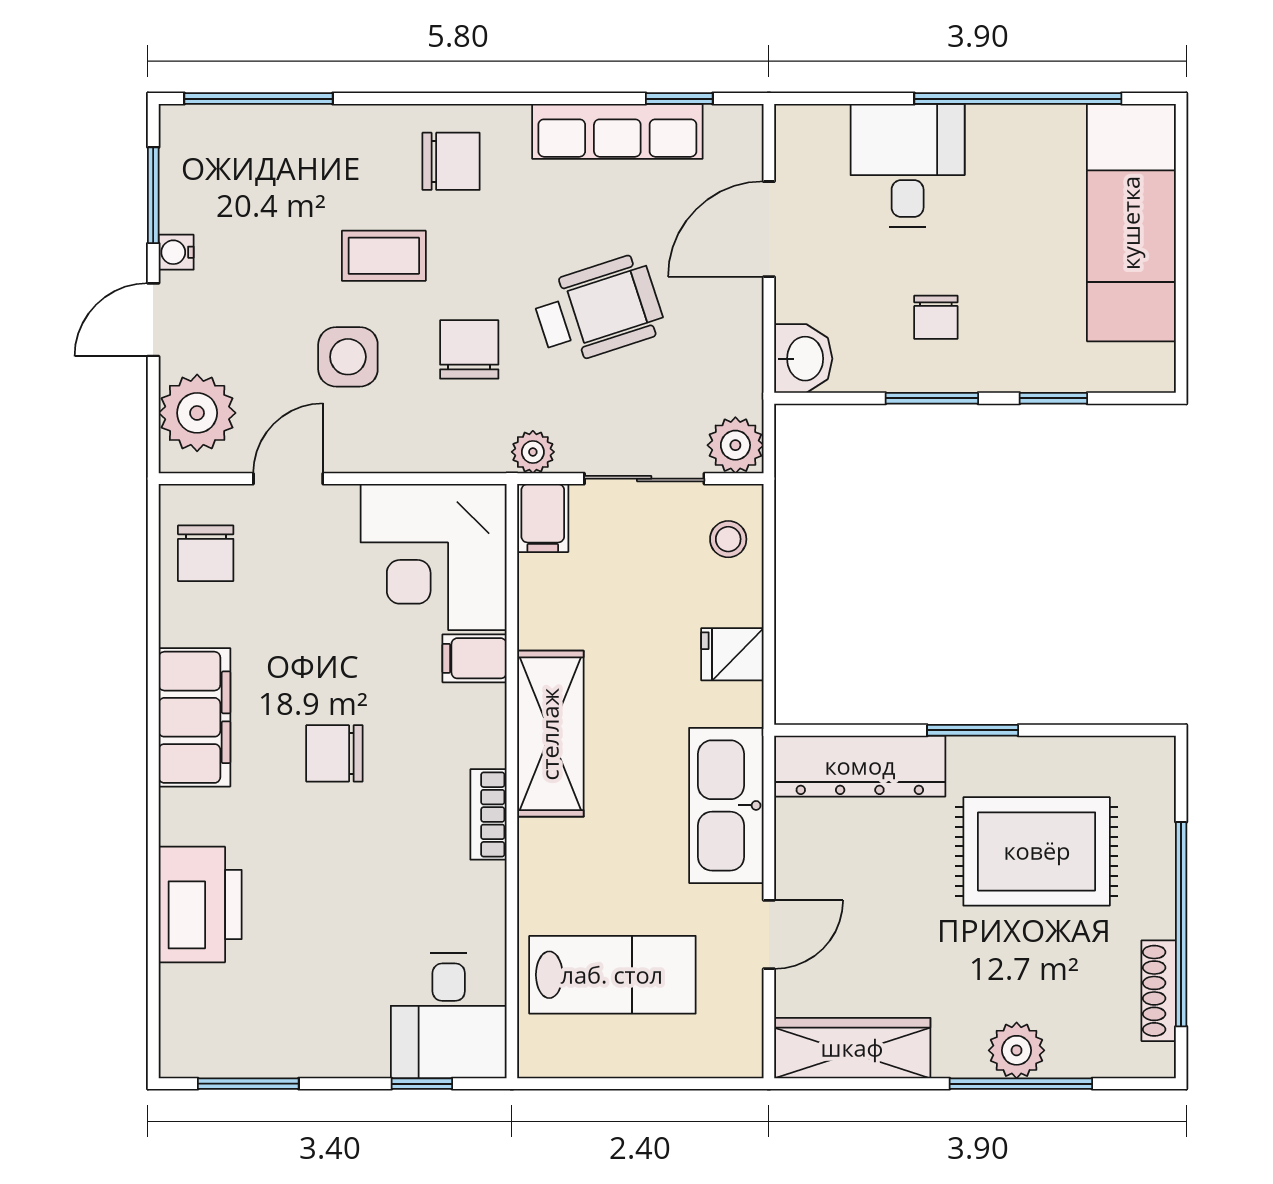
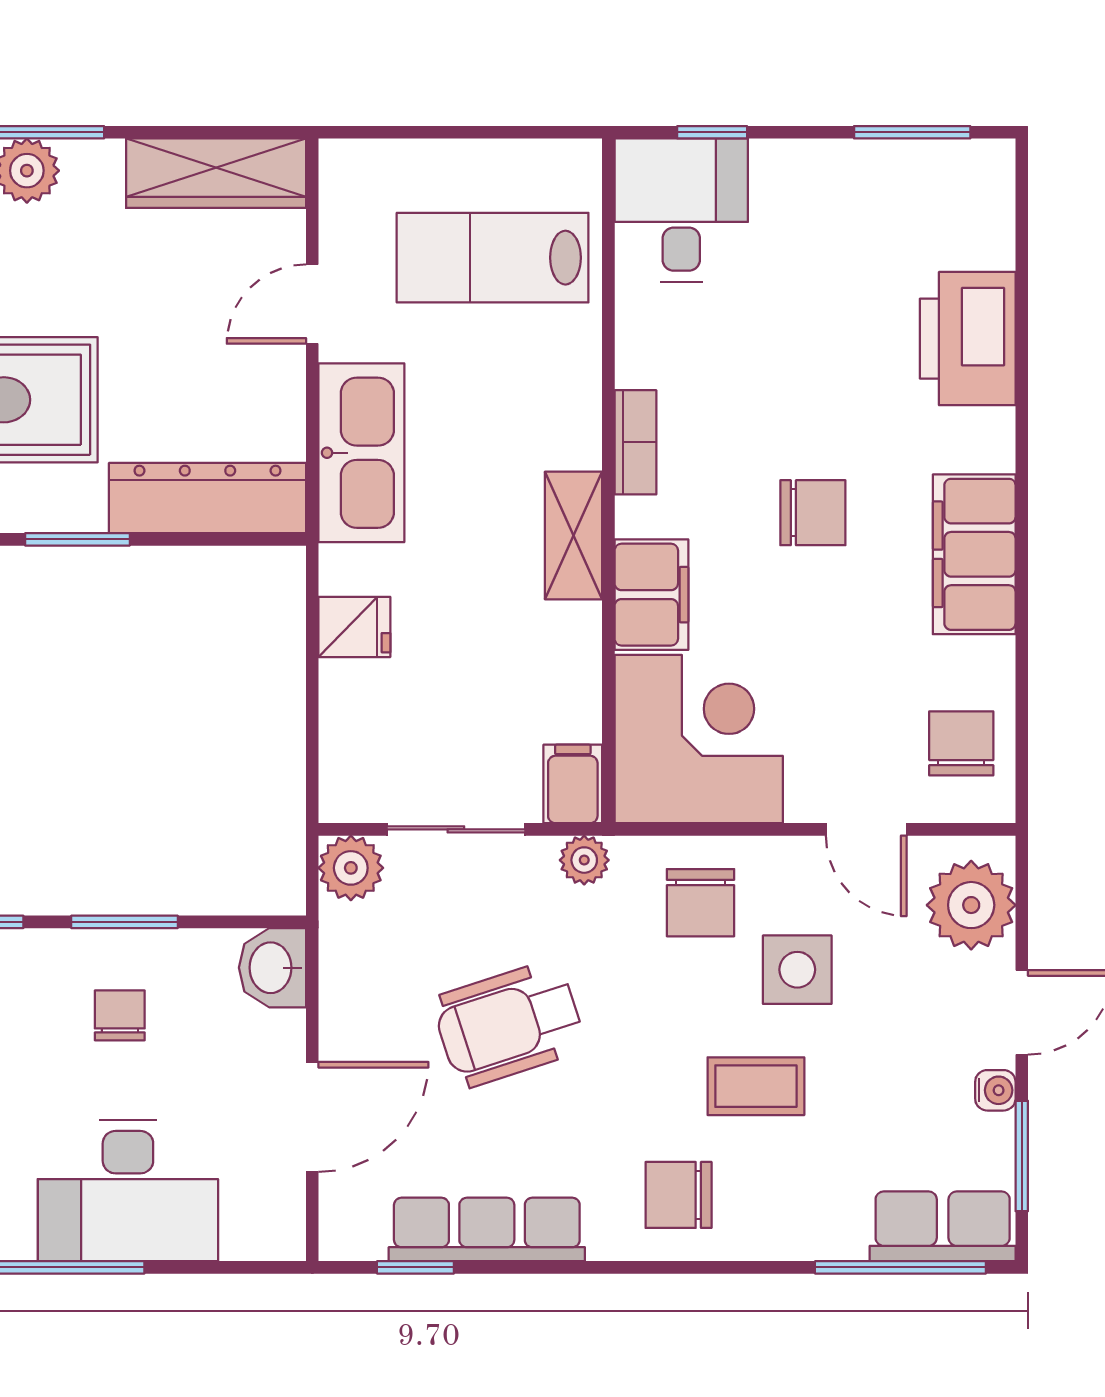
row of seats: (222, 134) -> (943, 1226), added
desk: (908, 165) -> (128, 1190), width x1.37
chair: (469, 349) -> (701, 903), moved
door: (288, 479) -> (866, 829), hinge flipped
stool: (728, 539) -> (359, 760), removed
filing cabinet: (475, 658) -> (651, 595), width x2.00
shelving: (550, 734) -> (574, 535), width x0.67, depth x0.75

